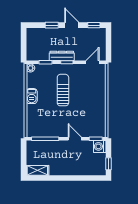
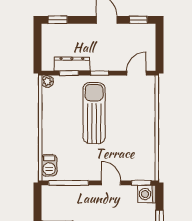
window: (52, 25) -> (58, 20), moved
dresser: (62, 56) -> (72, 64), moved
sun lounger: (63, 90) -> (94, 113), width x1.36, depth x1.34
barbecue: (32, 96) -> (49, 165), moved

